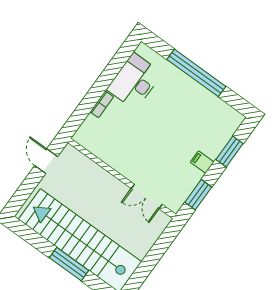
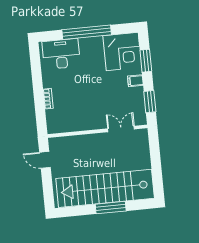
desk: (134, 81) -> (61, 54), moved, turned 90
corner desk: (214, 122) -> (122, 52), added
double door: (147, 196) -> (121, 129), swing flipped

